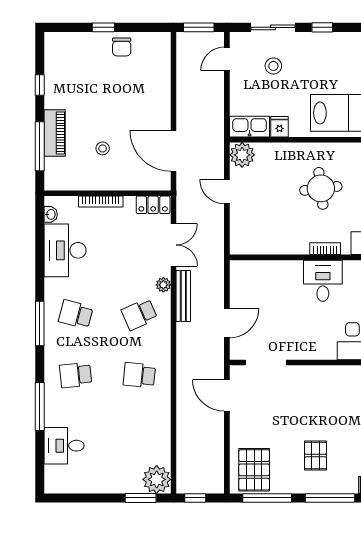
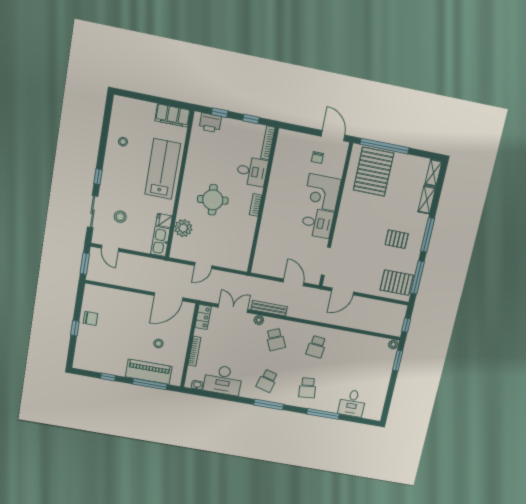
piano: (55, 133) -> (149, 372), width x1.37, depth x1.33
plant: (242, 155) -> (183, 228), moved
desk: (323, 281) -> (317, 223), moved, turned 180
plant: (157, 479) -> (393, 344), width x0.53, depth x0.53

